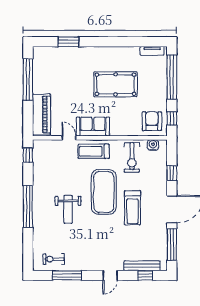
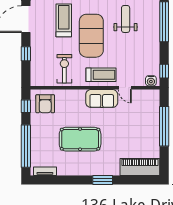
window: (68, 42) -> (103, 180), moved
window: (28, 80) -> (164, 126), moved
piano: (41, 114) -> (140, 167), moved, turned 90
water cooler: (153, 145) -> (151, 81), moved

